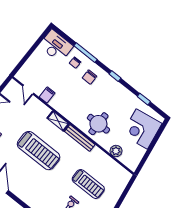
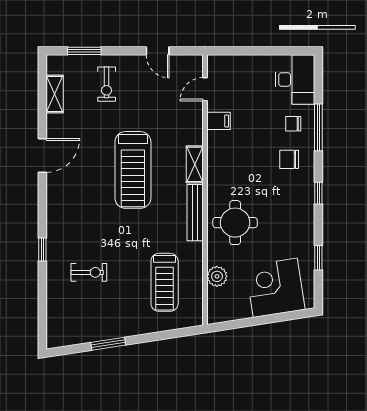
treadmill: (88, 184) -> (165, 282), moved

